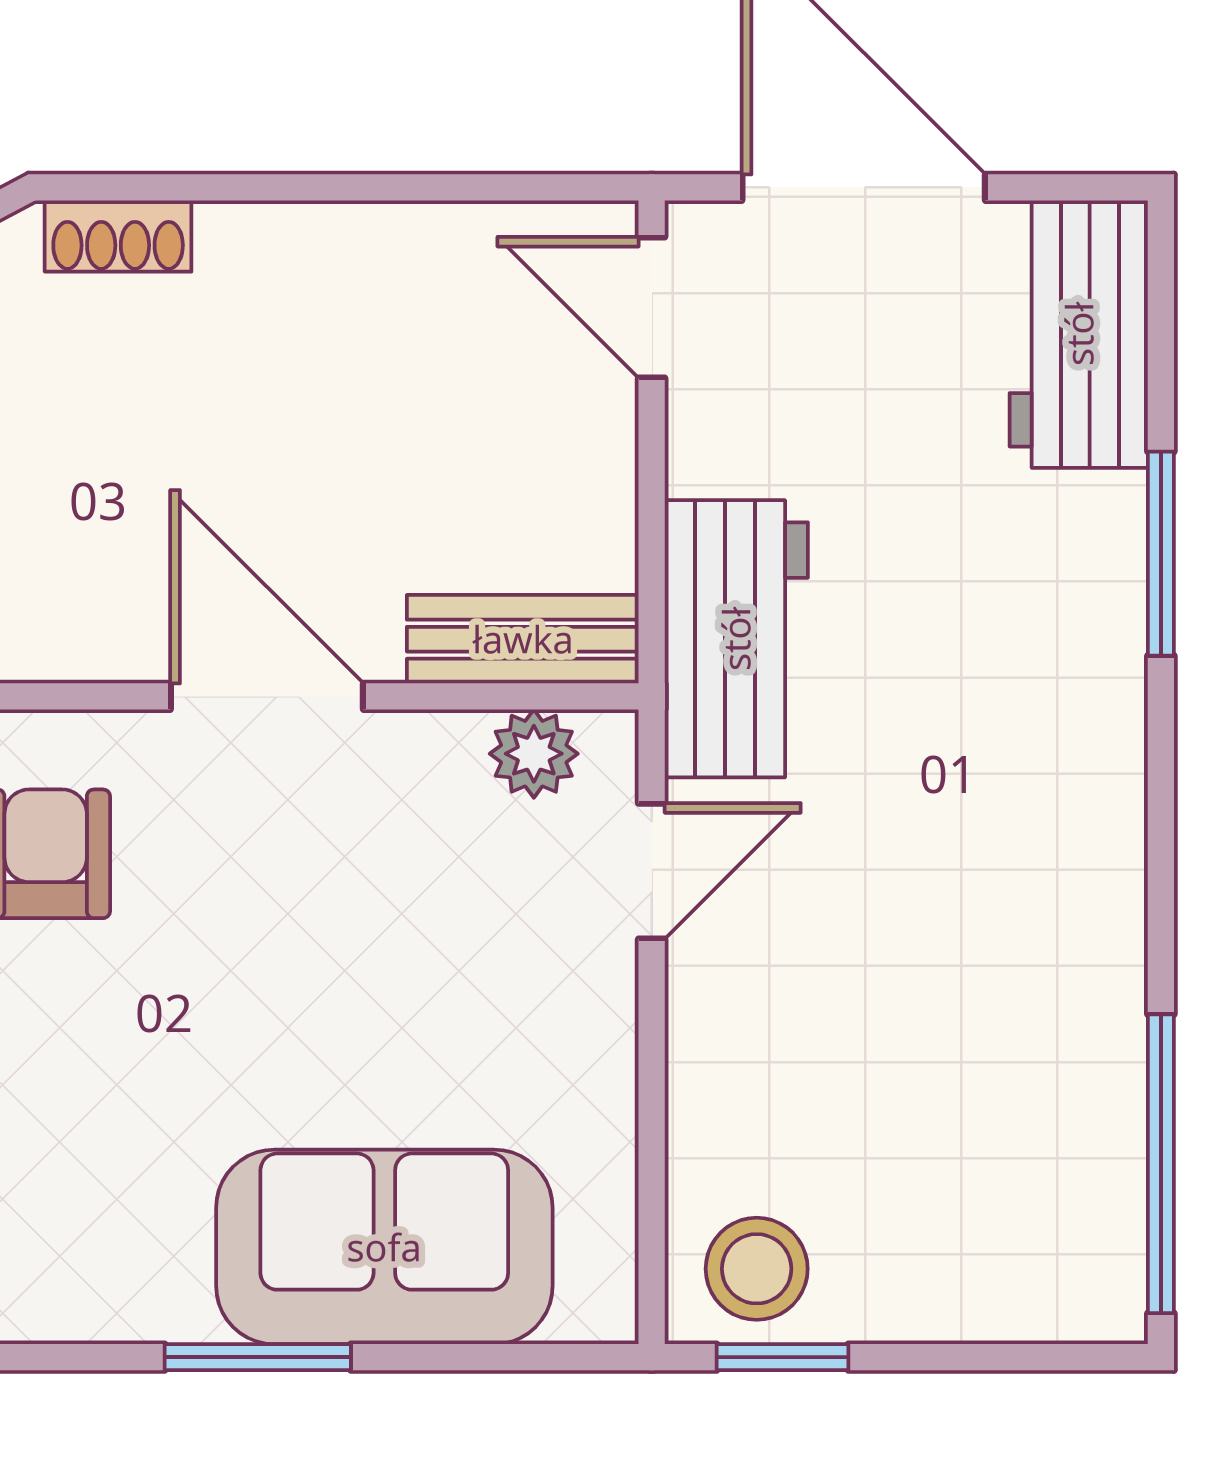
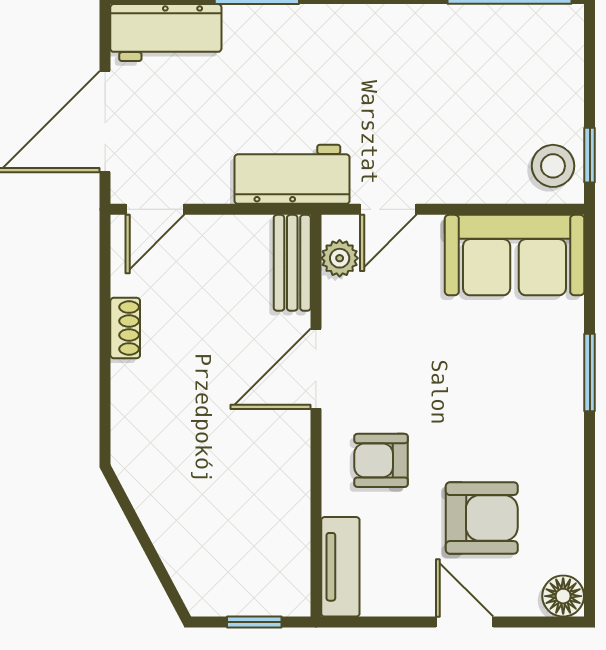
shoe rack: (118, 236) -> (125, 328), moved
door: (652, 871) -> (388, 209), swing flipped
sofa: (384, 1247) -> (515, 255), moved, turned -90

